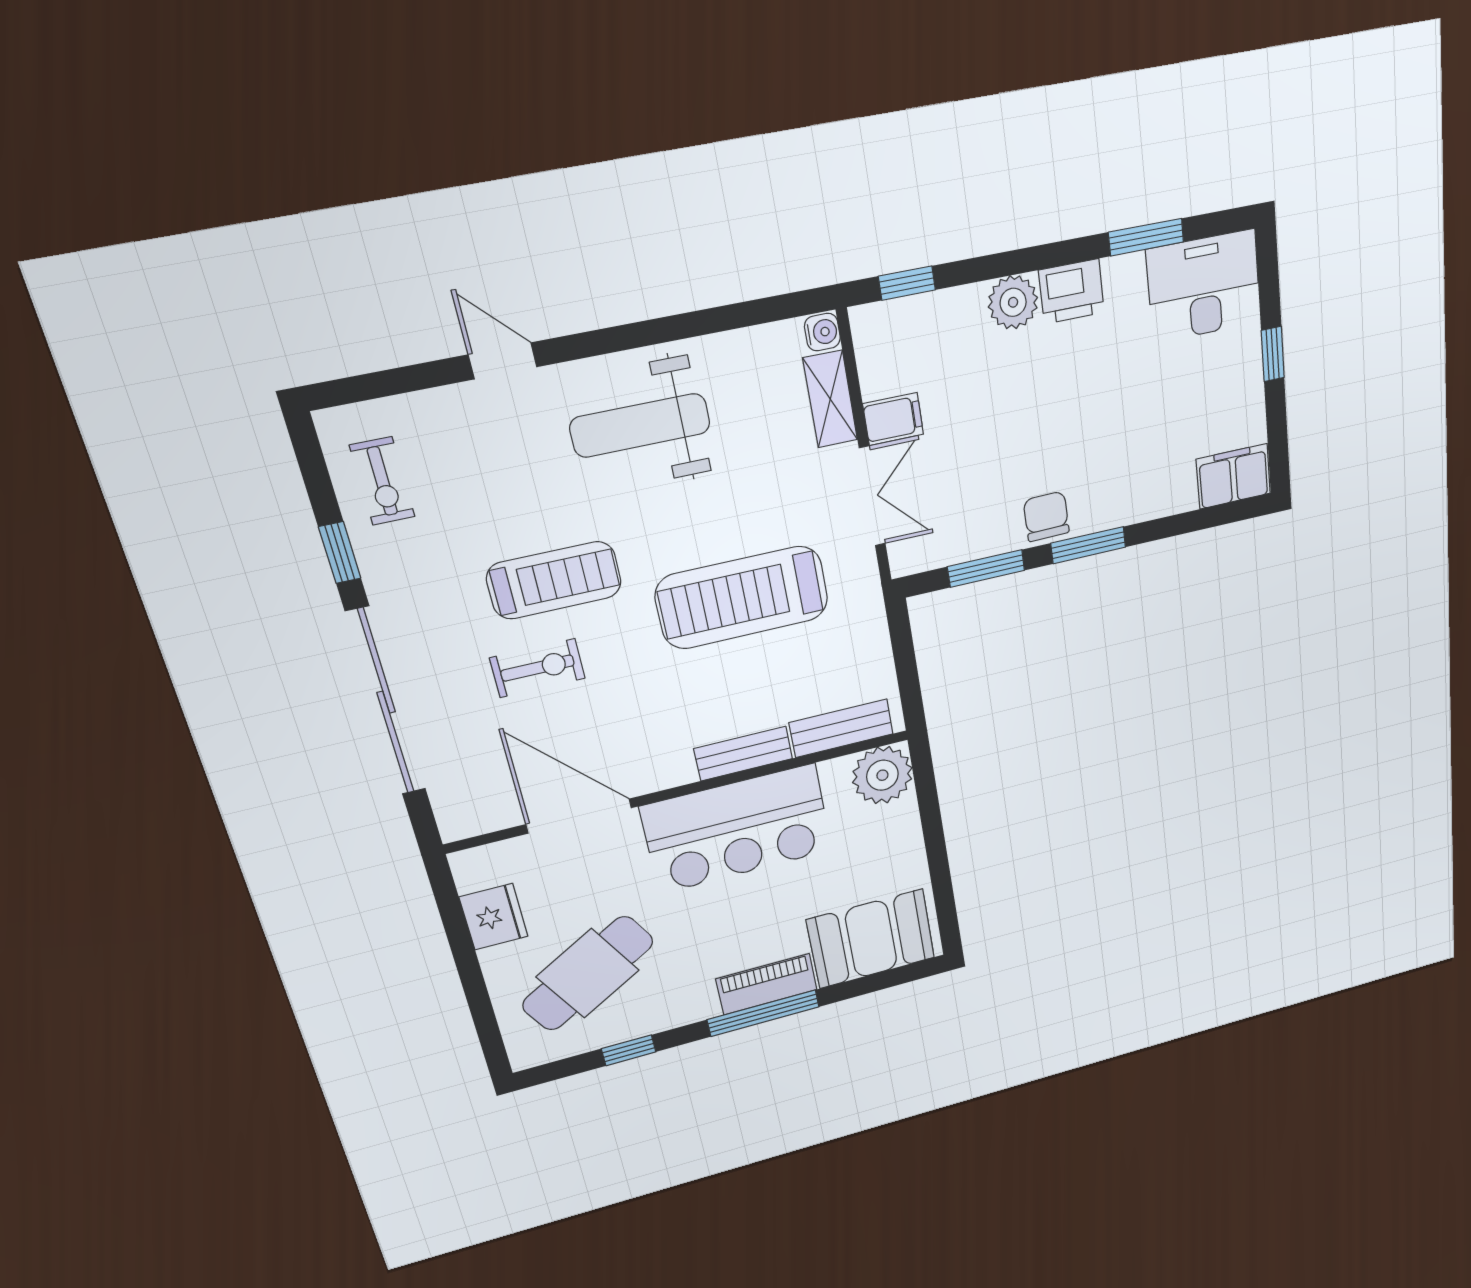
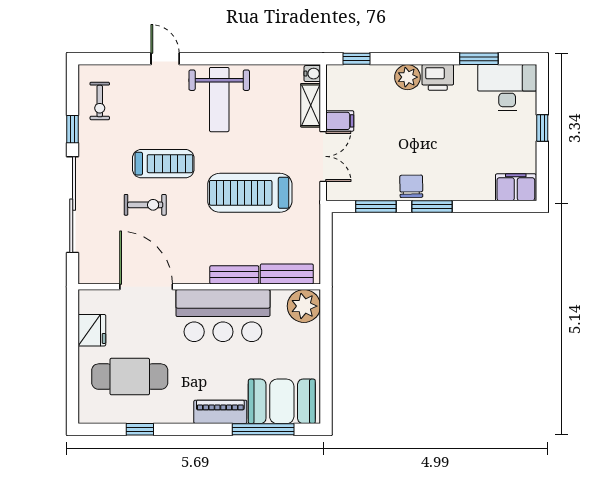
weight bench: (640, 425) -> (219, 100), turned -90
cafe table: (588, 973) -> (130, 377), turned 30
window: (763, 1013) -> (263, 429), moved

